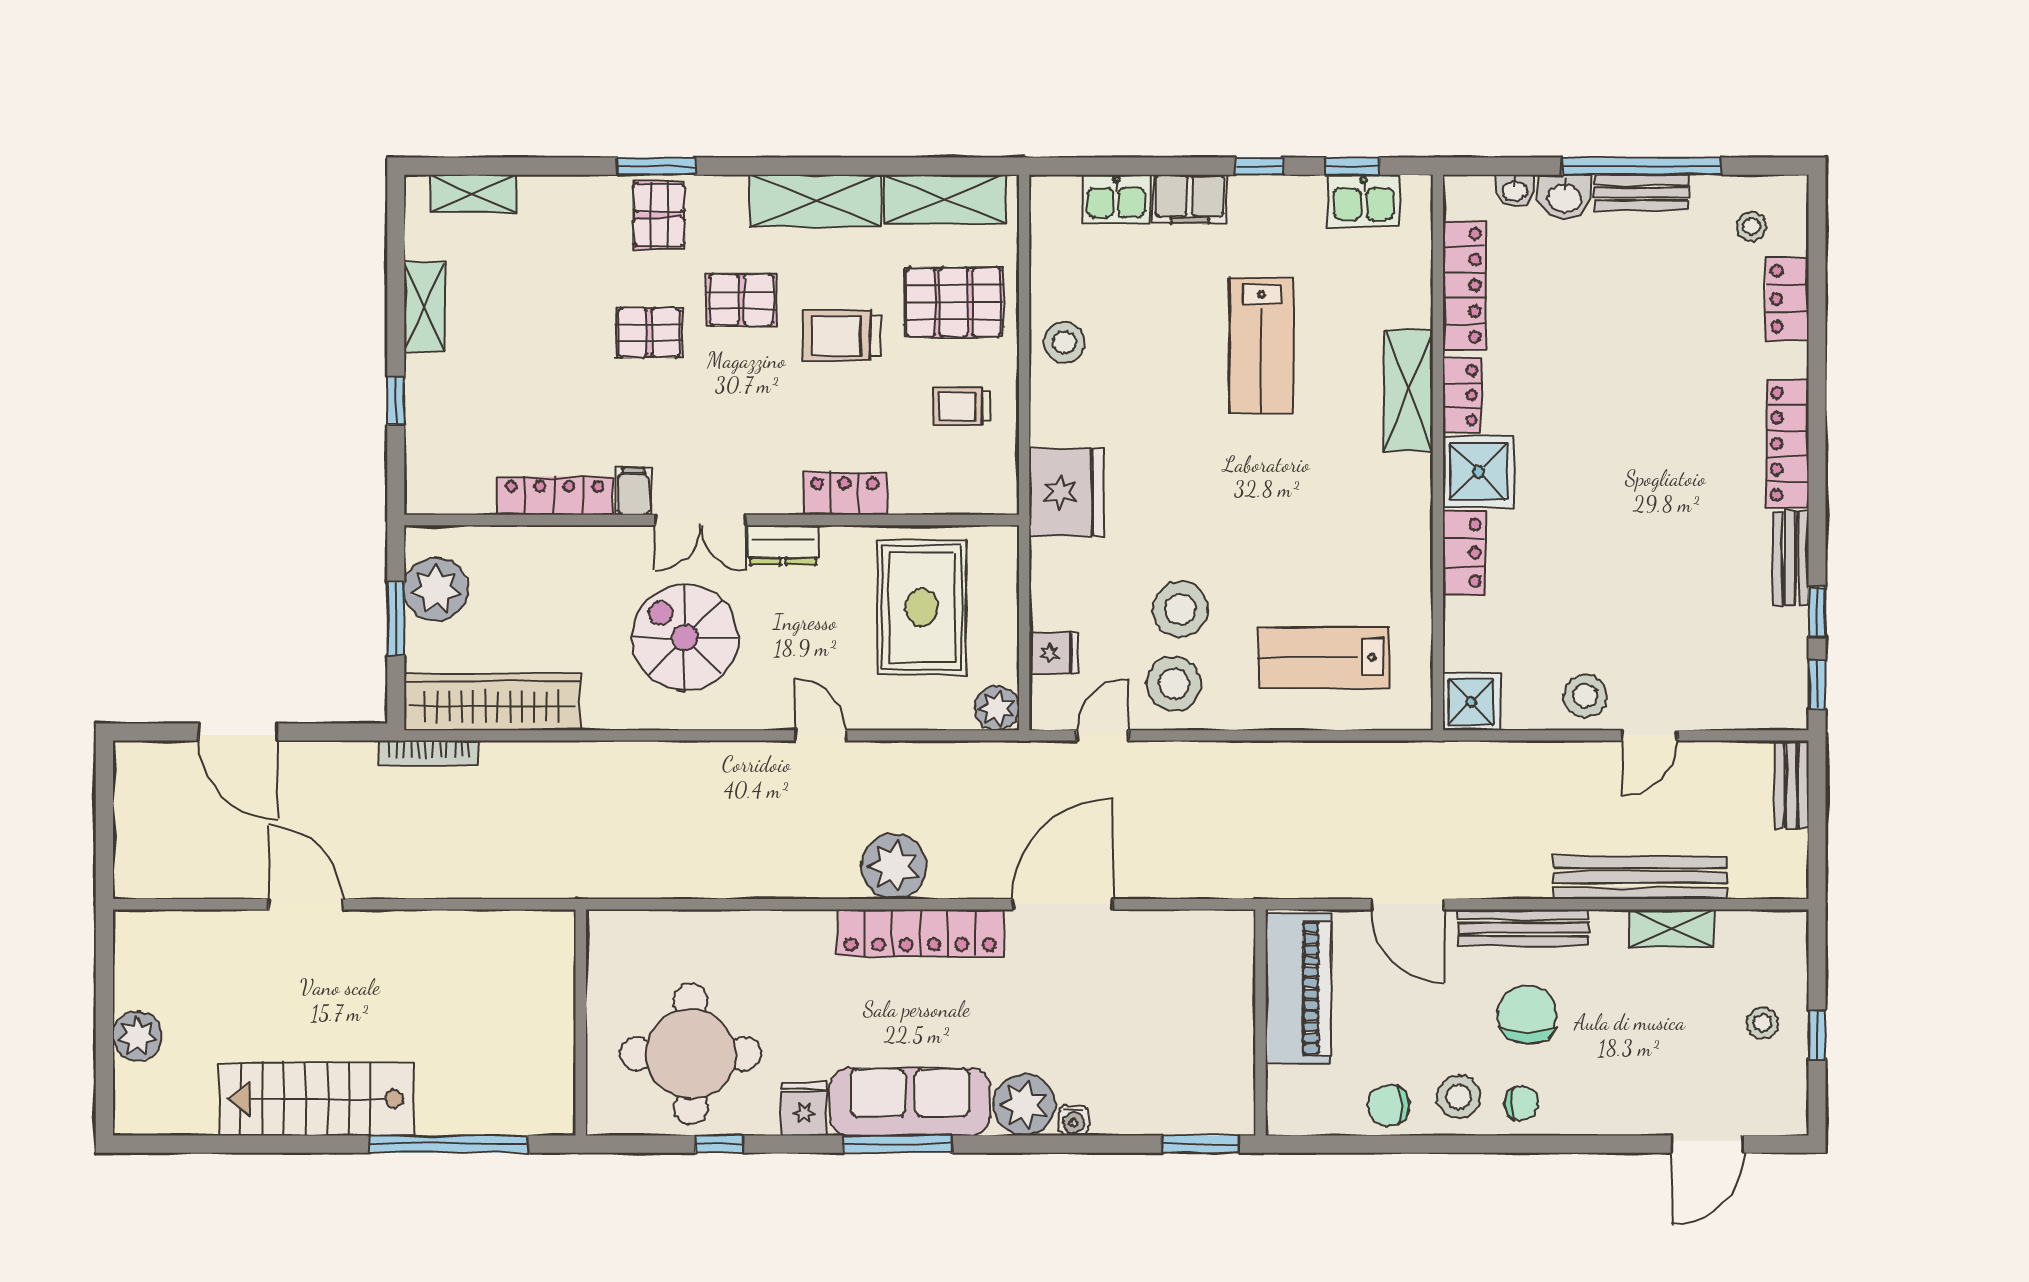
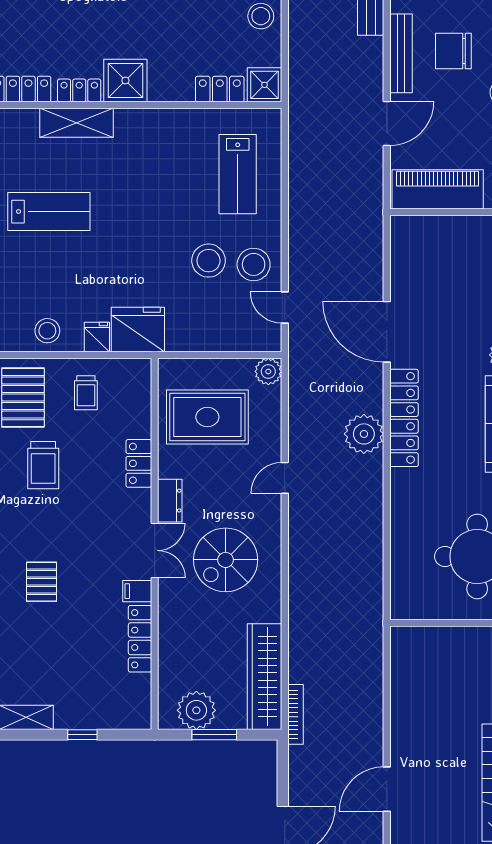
pallet: (741, 300) -> (22, 526), removed
locker: (1464, 553) -> (220, 89), moved
fridge: (1054, 653) -> (97, 337), moved

